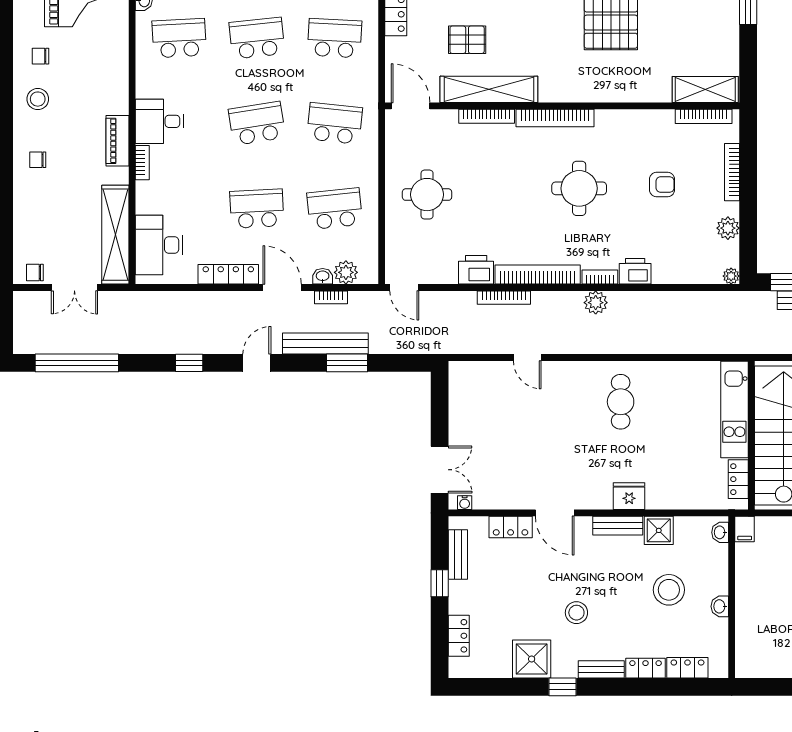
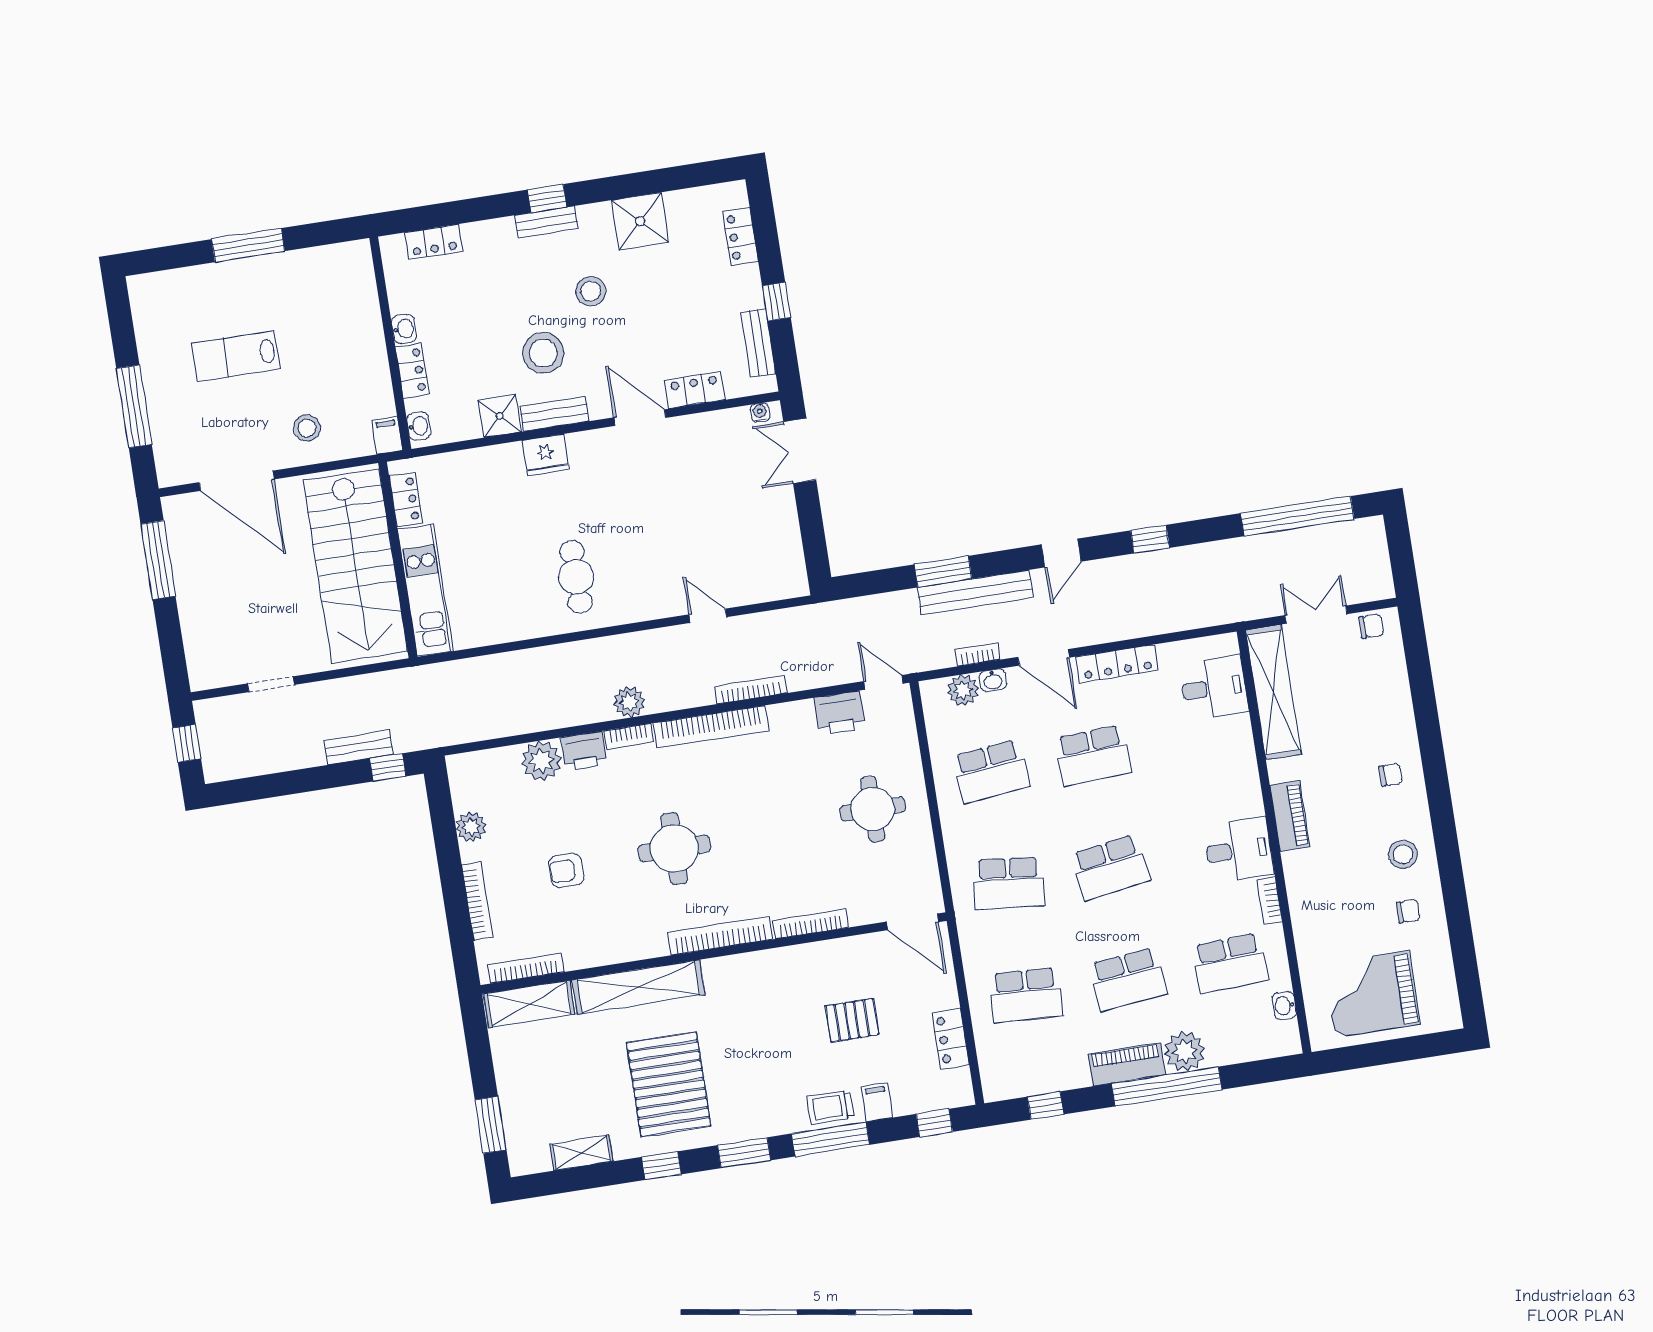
shelving: (489, 89) -> (638, 987), moved
bookcase: (142, 163) -> (1270, 901), moved
desk: (159, 245) -> (1214, 688), width x0.73
printer: (476, 270) -> (840, 713), moved
plant: (731, 276) -> (541, 761), moved, width x1.88, depth x1.88
stool: (669, 590) -> (543, 353), moved
locker: (646, 668) -> (412, 371), moved, turned -90
window: (562, 687) -> (547, 198), moved

